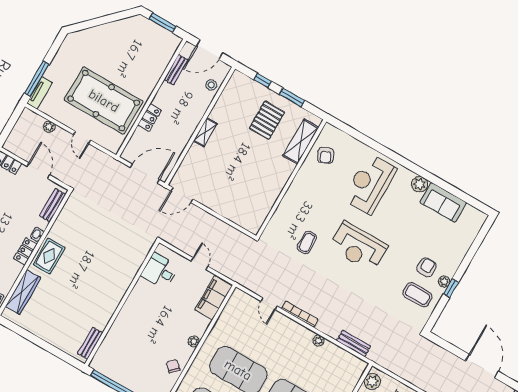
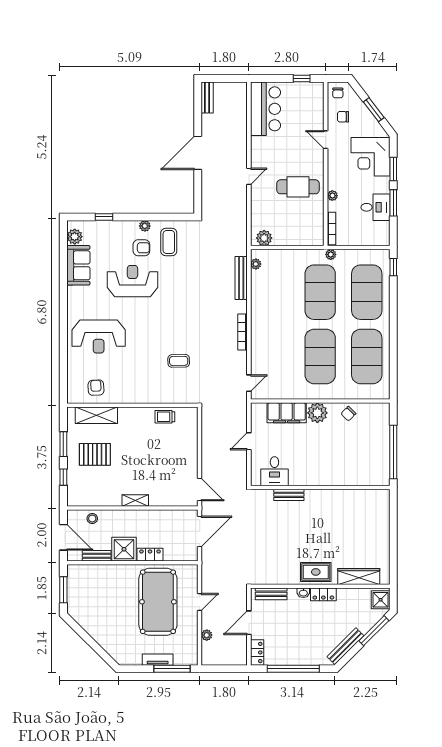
tv unit: (40, 93) -> (158, 660), moved
shower: (168, 97) -> (124, 549), added
armchair: (326, 155) -> (96, 388), turned -67
door: (145, 174) -> (200, 531), swing flipped
plant: (420, 184) -> (75, 237), moved
trolley: (264, 202) -> (165, 417), added
reception desk: (358, 247) -> (132, 281), moved, turned -90
armchair: (426, 267) -> (141, 248), turned 180
window: (451, 288) -> (104, 217), moved
filing cabinet: (213, 298) -> (287, 413), moved
door: (269, 304) -> (249, 383), moved
plant: (194, 341) -> (317, 413), width x1.88, depth x1.88
plant: (319, 341) -> (256, 264), moved
bench: (90, 343) -> (289, 495), moved
bench: (354, 343) -> (241, 278), width x1.36

